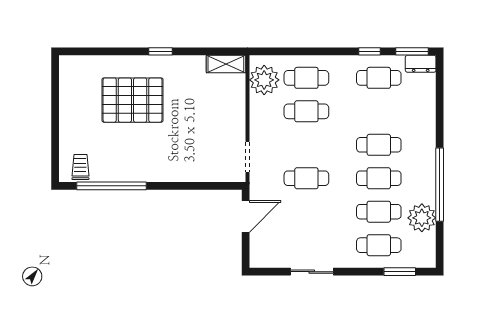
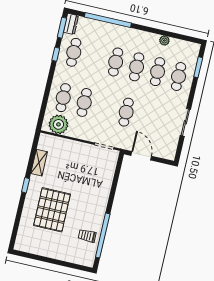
shelving: (226, 64) -> (39, 163), moved
trolley: (80, 167) -> (87, 236), moved
window: (440, 185) -> (108, 20), moved
plant: (422, 218) -> (164, 41), width x0.53, depth x0.53

